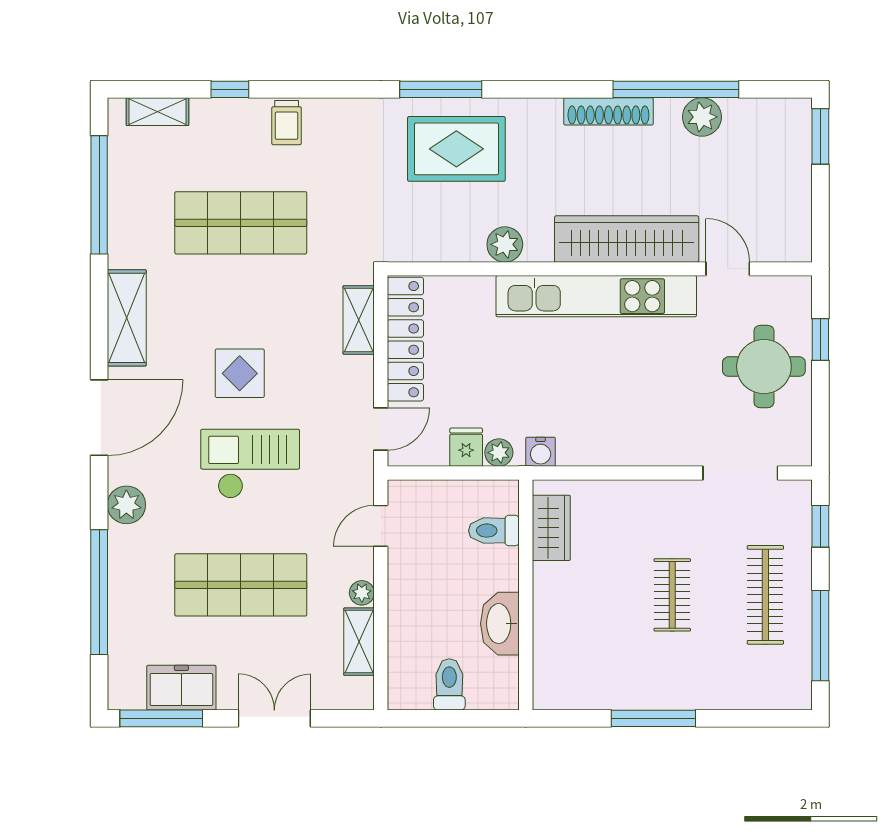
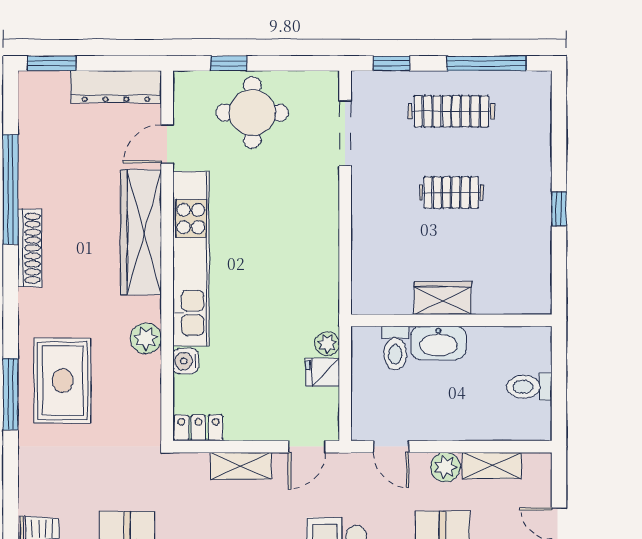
plant: (702, 117) -> (35, 167), removed
dresser: (794, 210) -> (116, 87), added
shelving: (359, 320) -> (241, 466), moved
locker: (405, 339) -> (199, 428), width x0.46, depth x0.83
door: (381, 429) -> (307, 447), swing flipped
water cooler: (541, 452) -> (186, 361), moved, turned 180
wardrobe: (551, 528) -> (443, 298), moved
plant: (362, 593) -> (445, 467), width x1.38, depth x1.38
washbasin: (500, 624) -> (438, 343), moved
window: (653, 718) -> (559, 209), width x0.46

